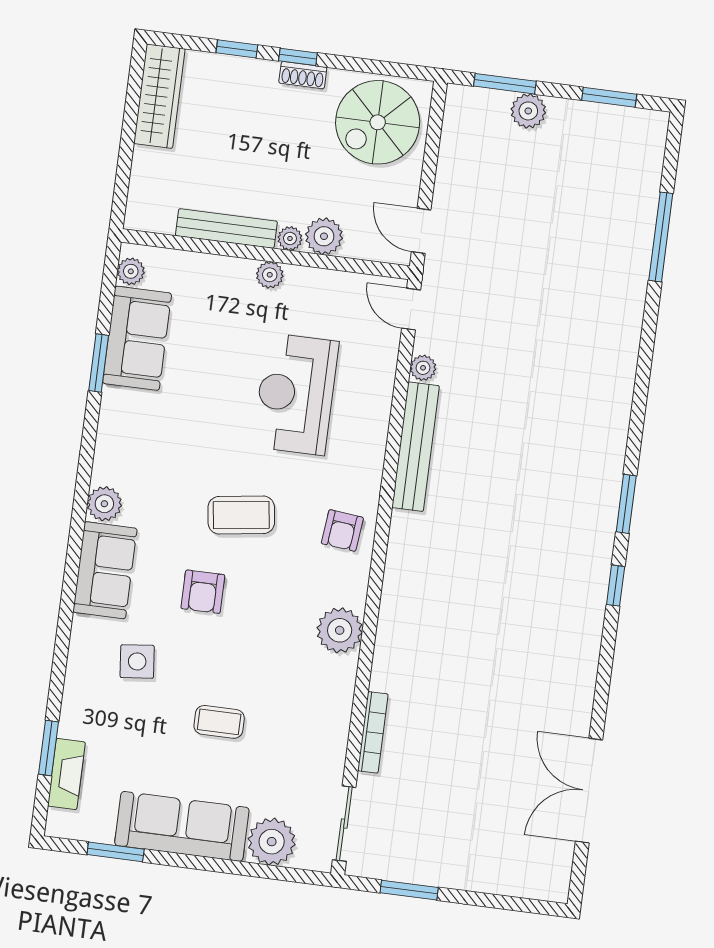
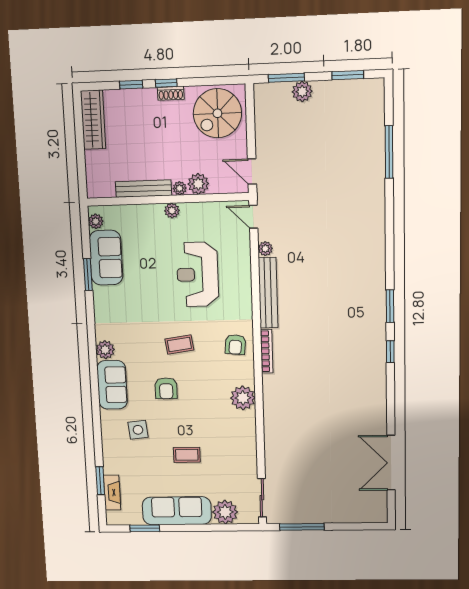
coffee table: (241, 515) -> (179, 345), width x0.73, depth x0.77
bookcase: (373, 732) -> (267, 351), moved
window: (409, 890) -> (302, 527), width x1.44

